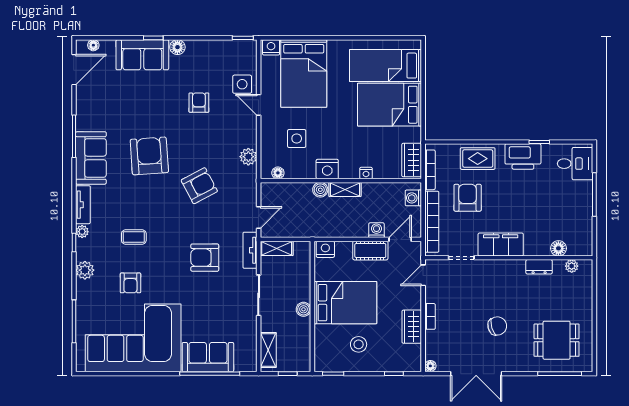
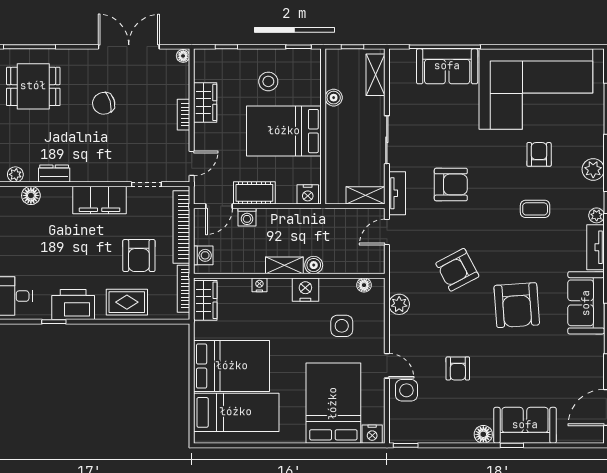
floor lamp: (93, 45) -> (583, 437), removed
boiler: (303, 309) -> (334, 98), moved

